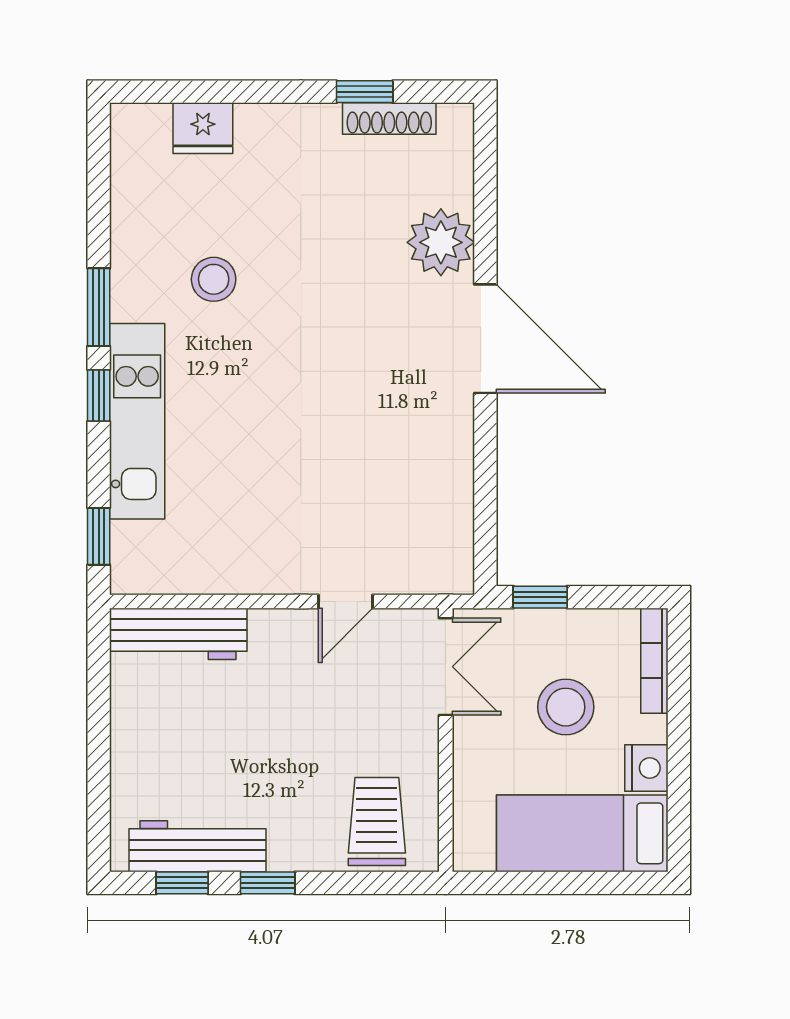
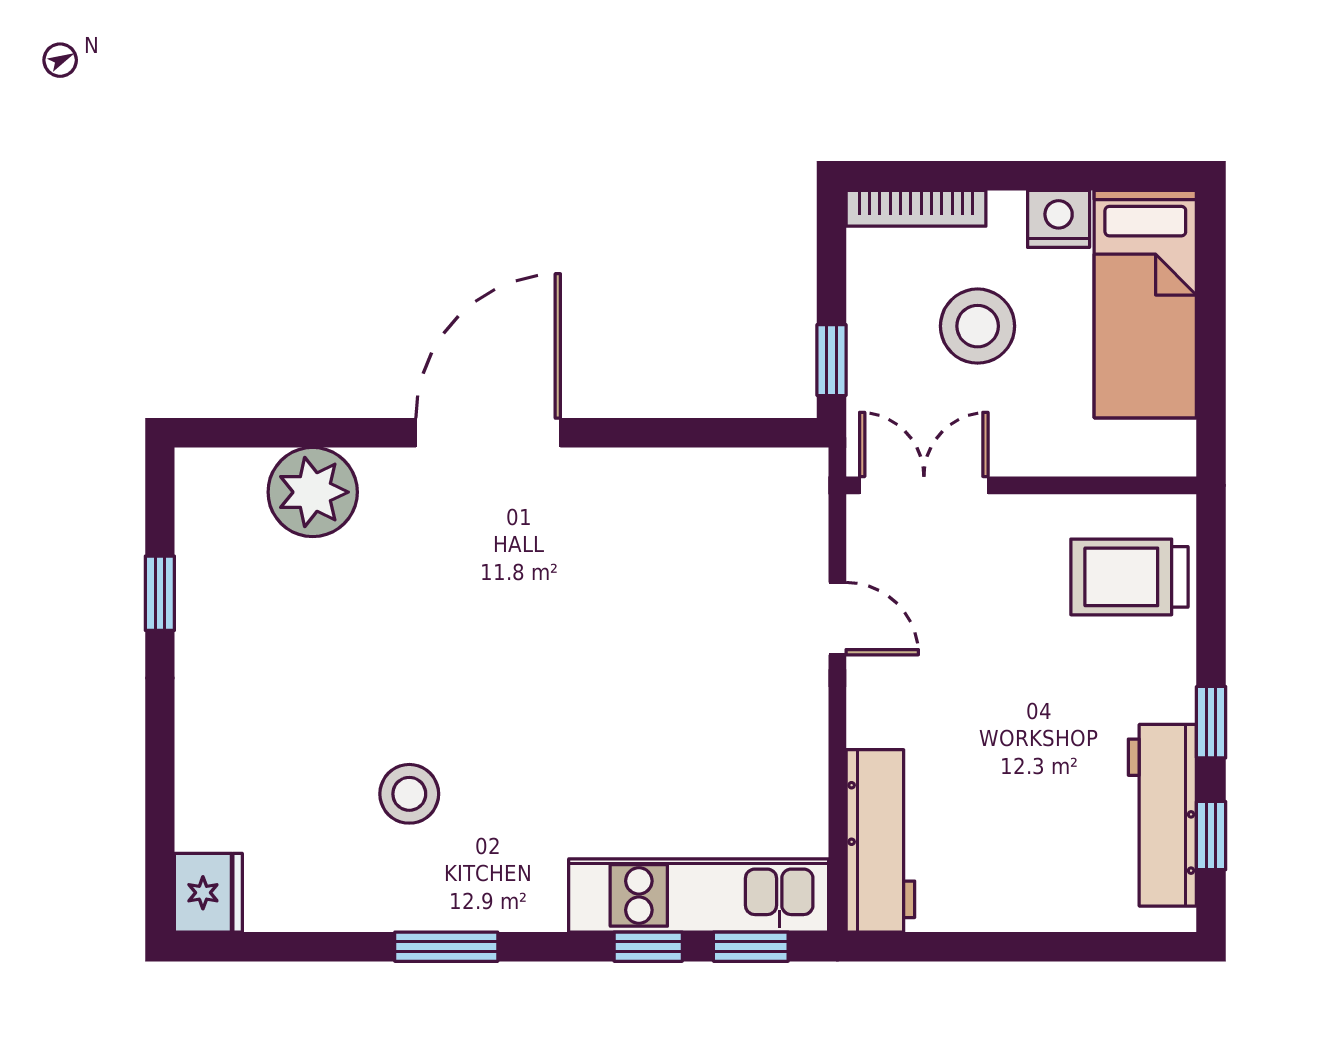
shoe rack: (389, 118) -> (196, 560), removed
fridge: (203, 128) -> (208, 893), moved
plant: (441, 242) -> (313, 492), moved
window: (99, 396) -> (648, 947), moved
kitchen unit: (137, 421) -> (699, 895), moved

